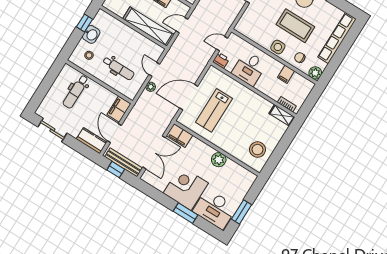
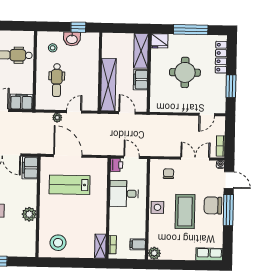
row of seats: (337, 38) -> (209, 254), width x0.50
chair: (300, 58) -> (168, 174), moved
filing cabinet: (286, 74) -> (138, 244), moved

